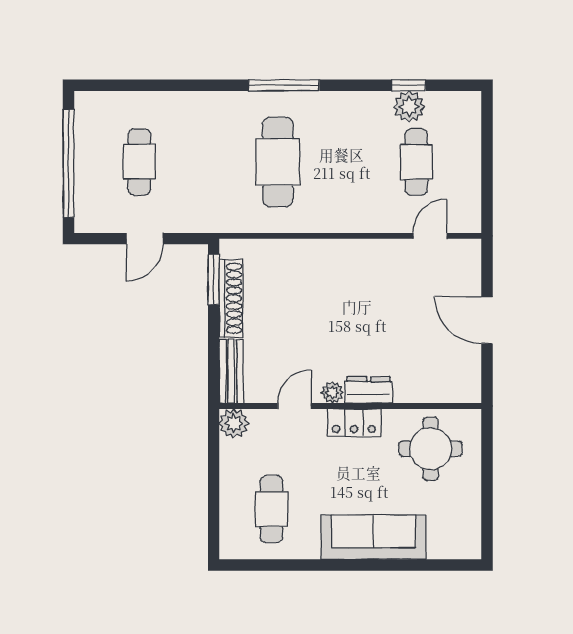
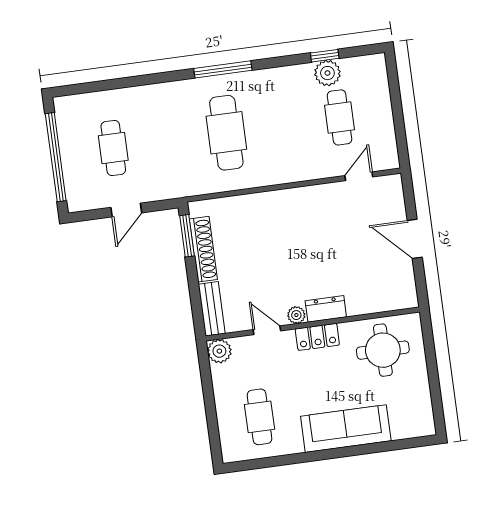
door: (294, 406) -> (267, 330), hinge flipped

